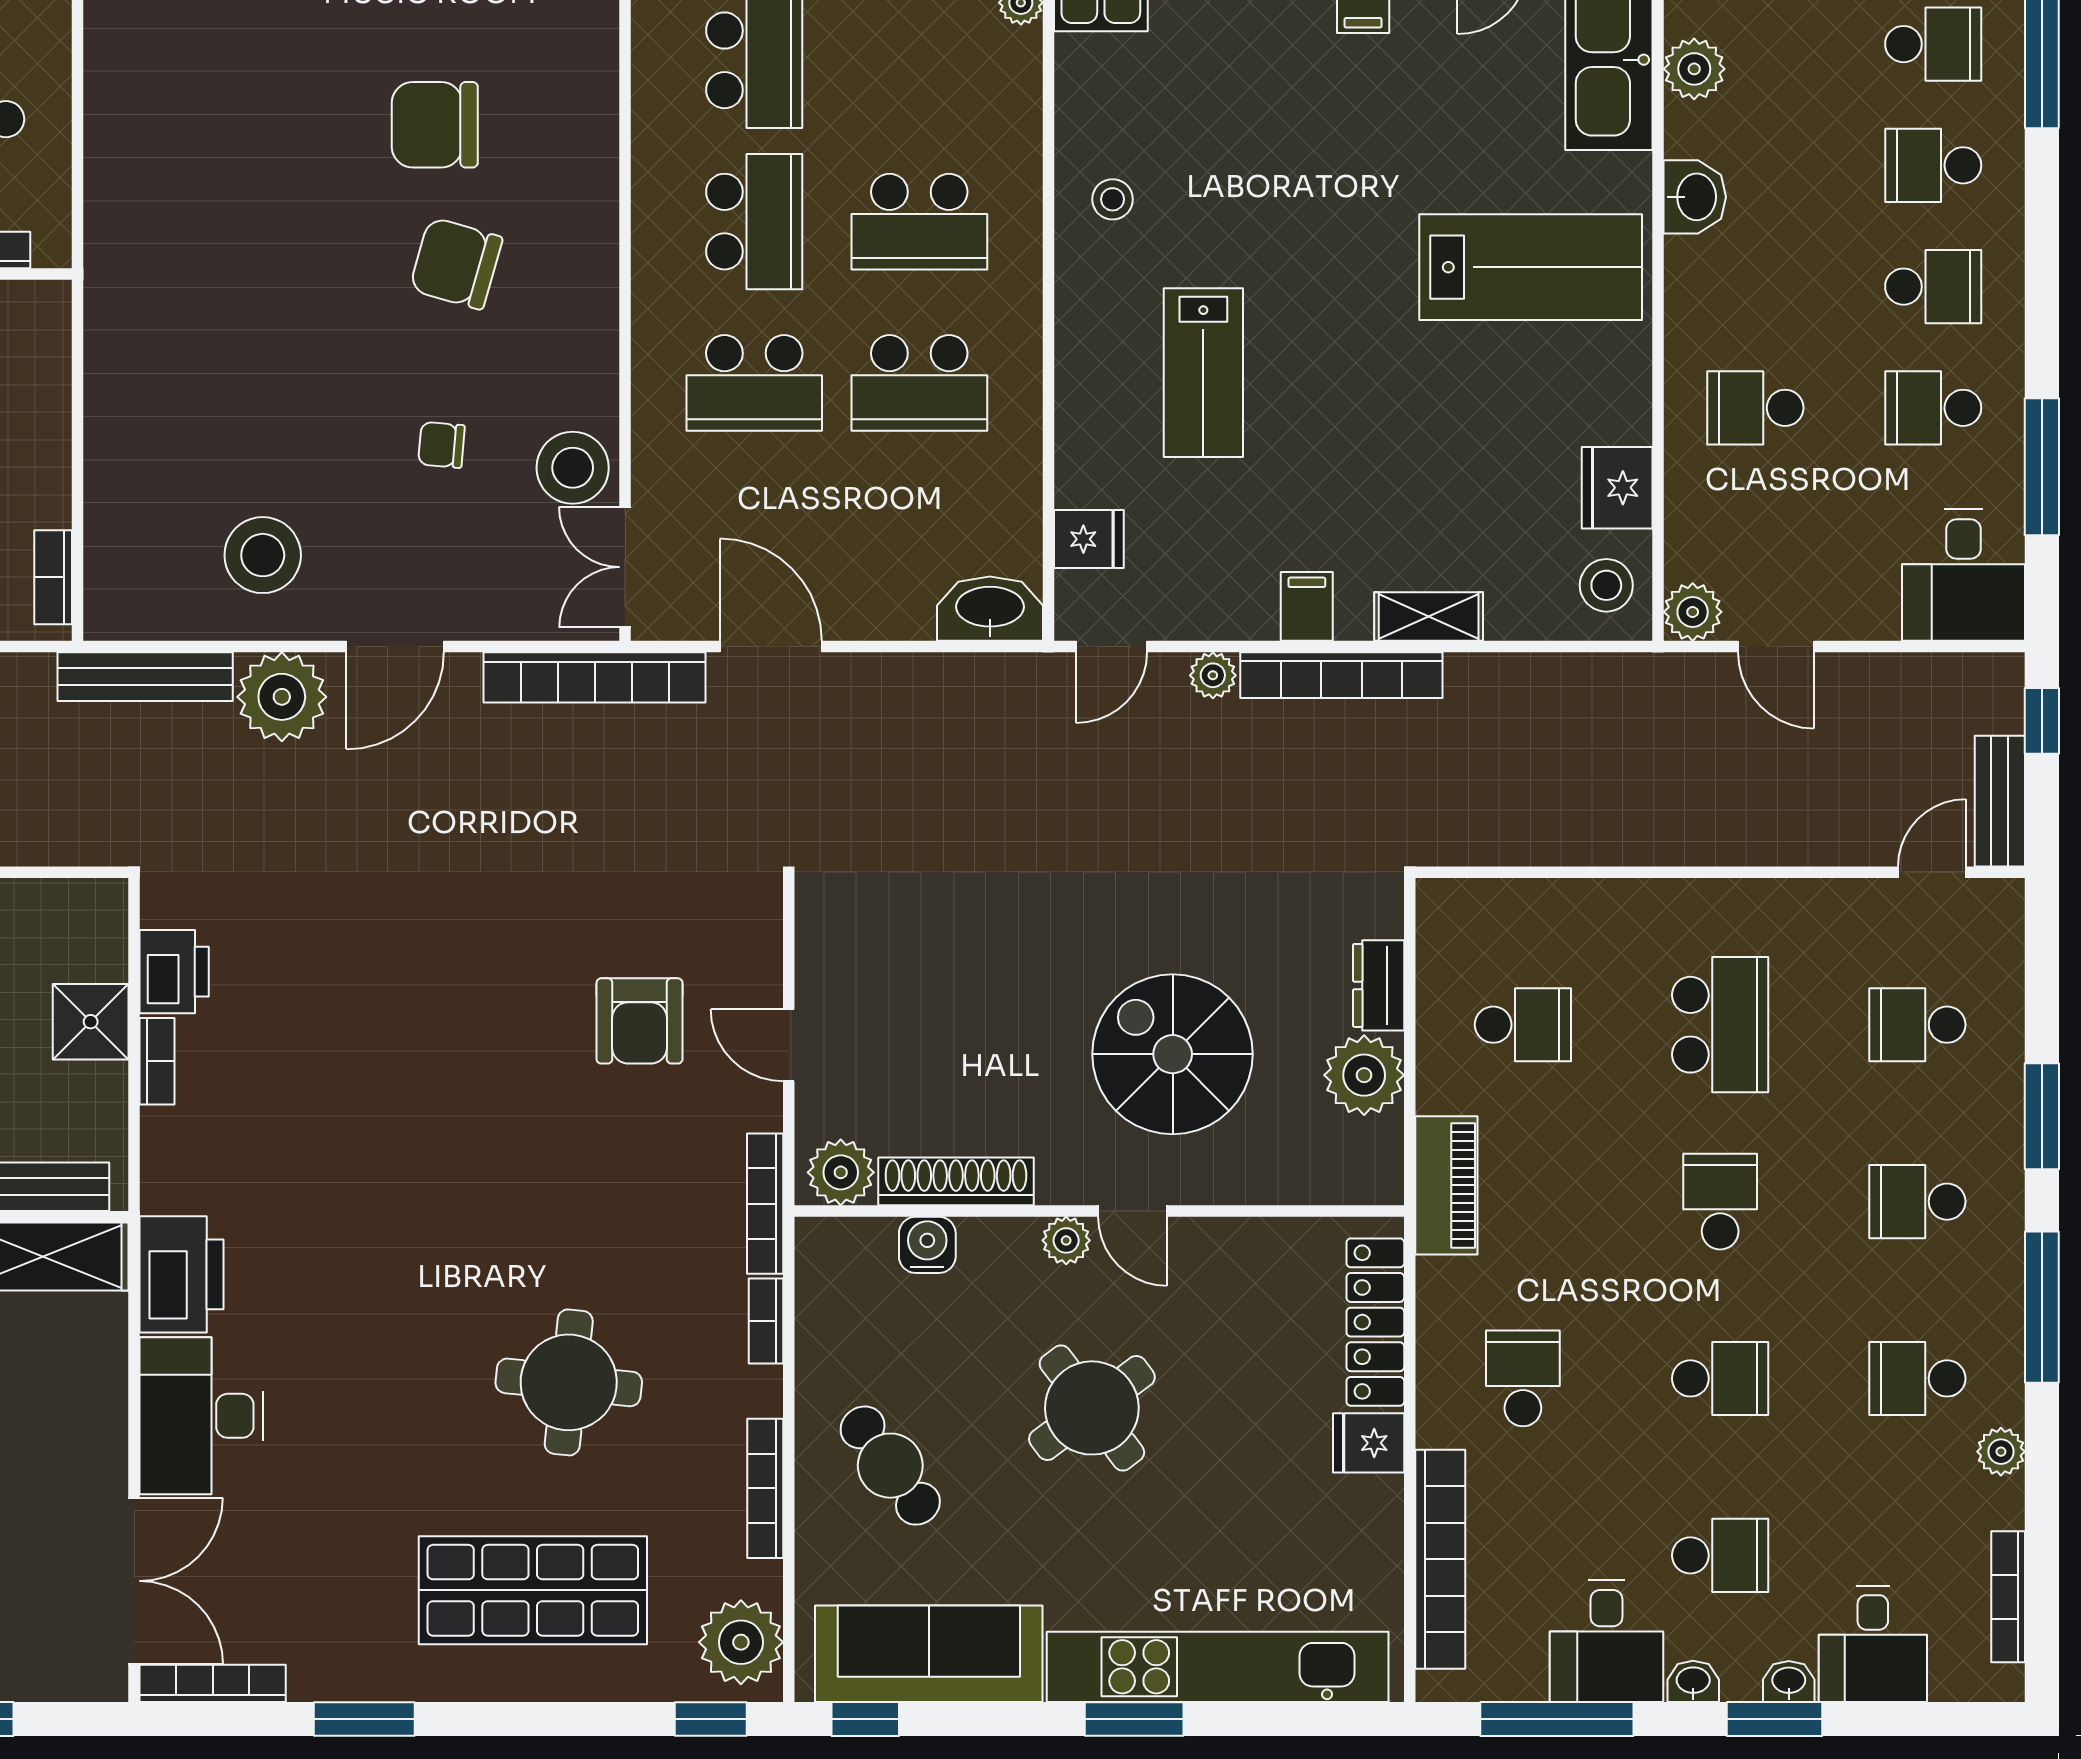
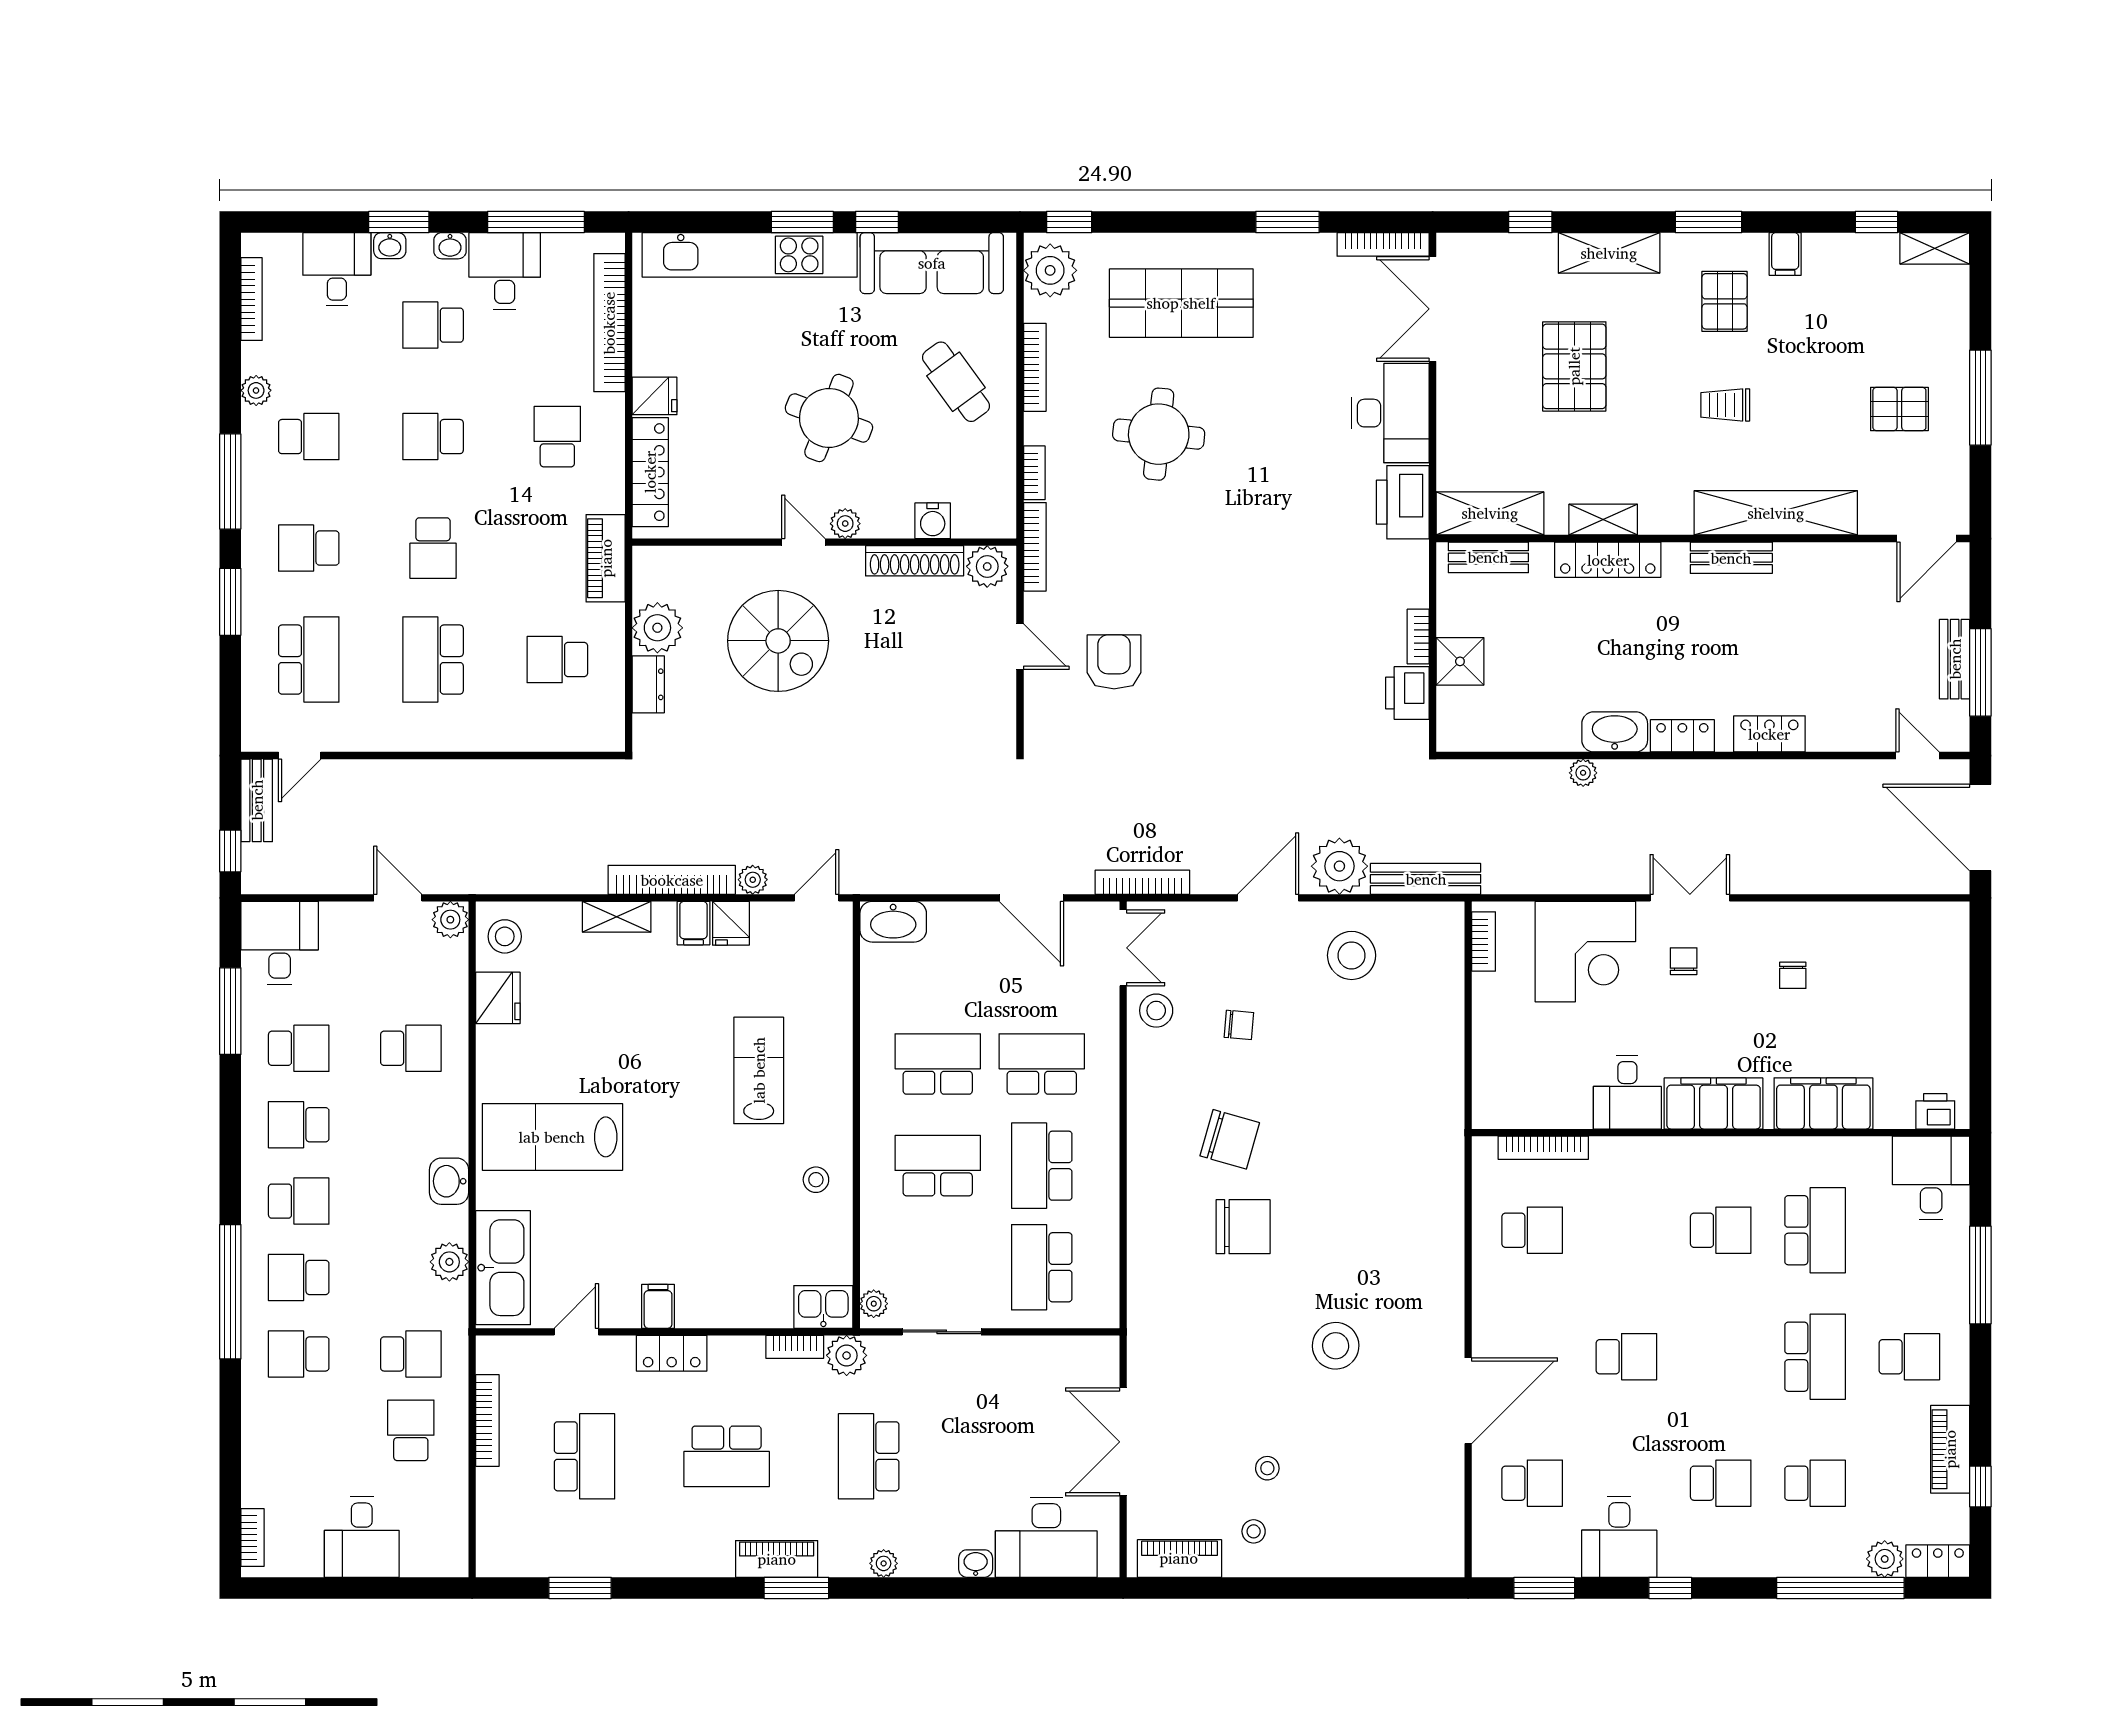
stool: (573, 468) -> (1156, 1011), width x0.73, depth x0.73
fridge: (1089, 539) -> (731, 923), moved, turned -90
bookcase: (595, 677) -> (1142, 882), width x0.68, depth x0.76
school desk: (1917, 1025) -> (309, 660), width x1.85
school desk: (1917, 1202) -> (309, 548), turned 180
school desk: (1523, 1378) -> (557, 437), turned 180
round table: (1092, 1408) -> (829, 418), turned -32
window: (865, 1719) -> (877, 222), moved

